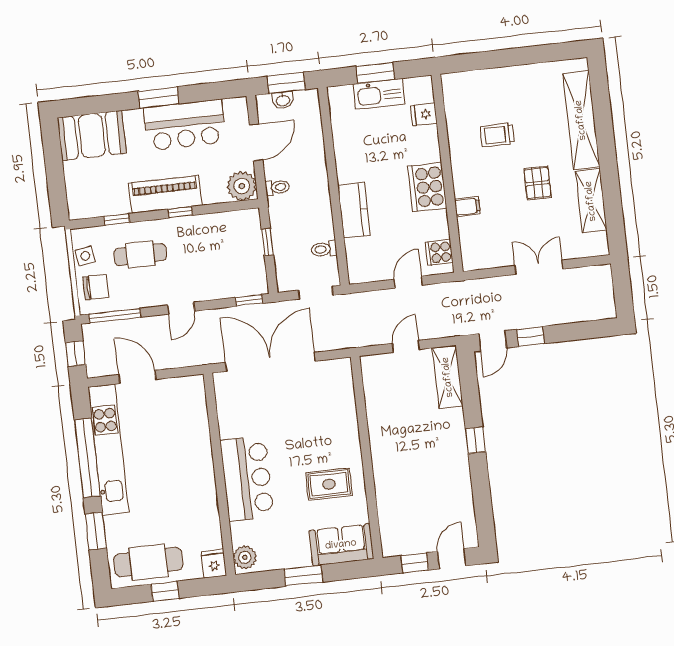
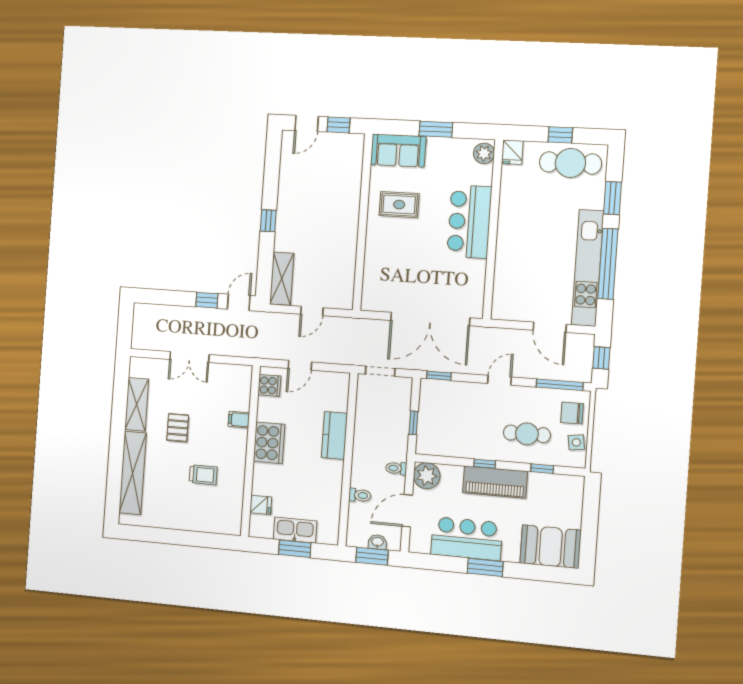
toilet: (324, 249) -> (360, 495), moved

